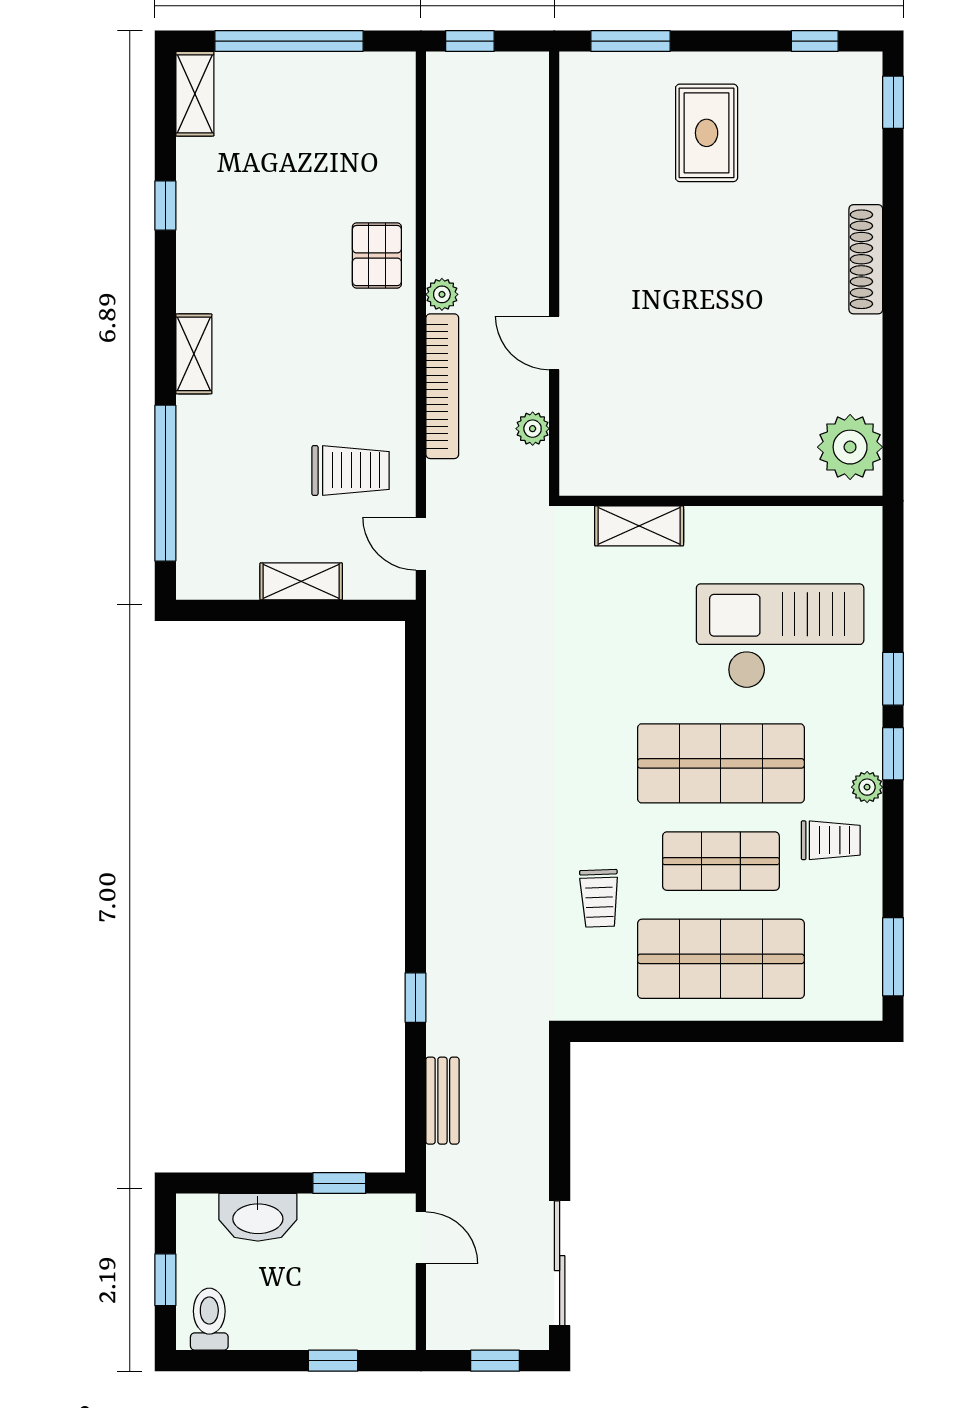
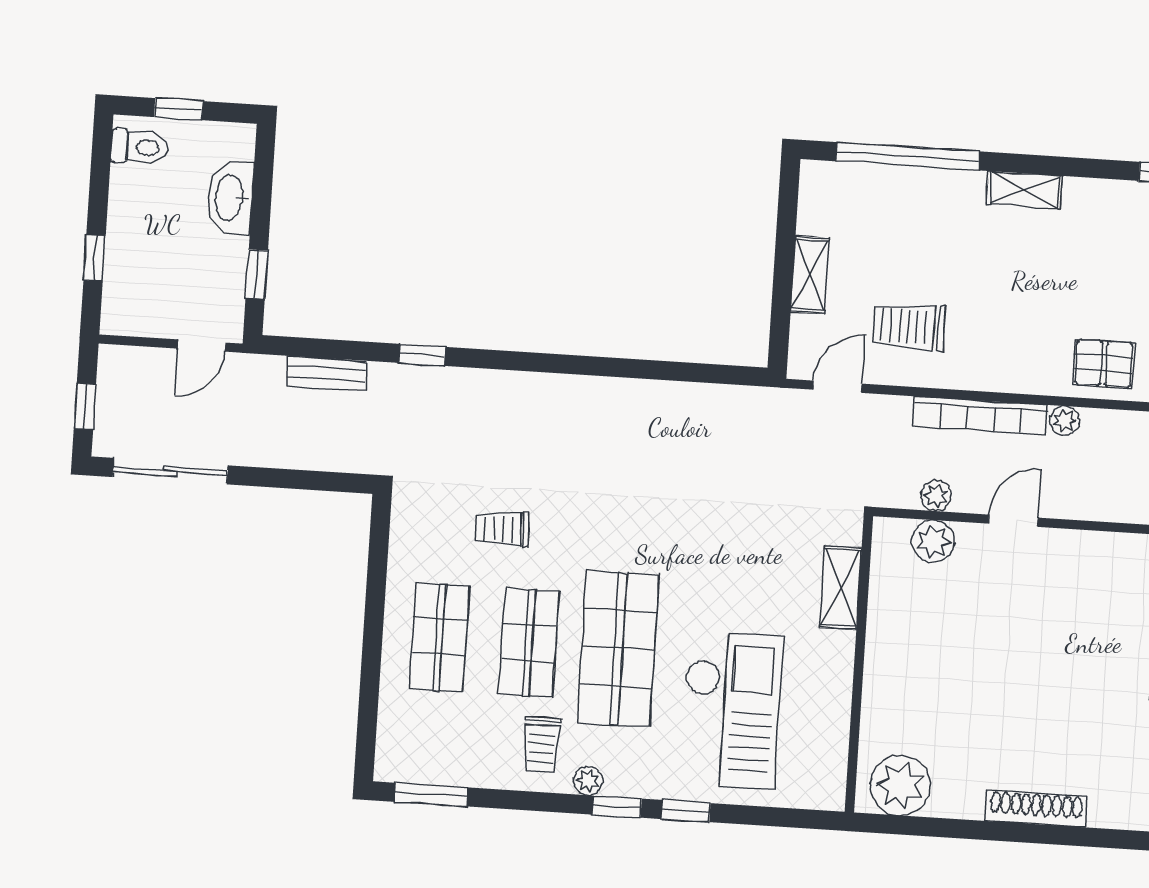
shoe rack: (866, 259) -> (1036, 809), moved
plant: (582, 429) -> (933, 541), added
trolley: (351, 470) -> (909, 327), turned 90
shop shelf: (721, 959) -> (439, 637), width x0.70, depth x0.74

